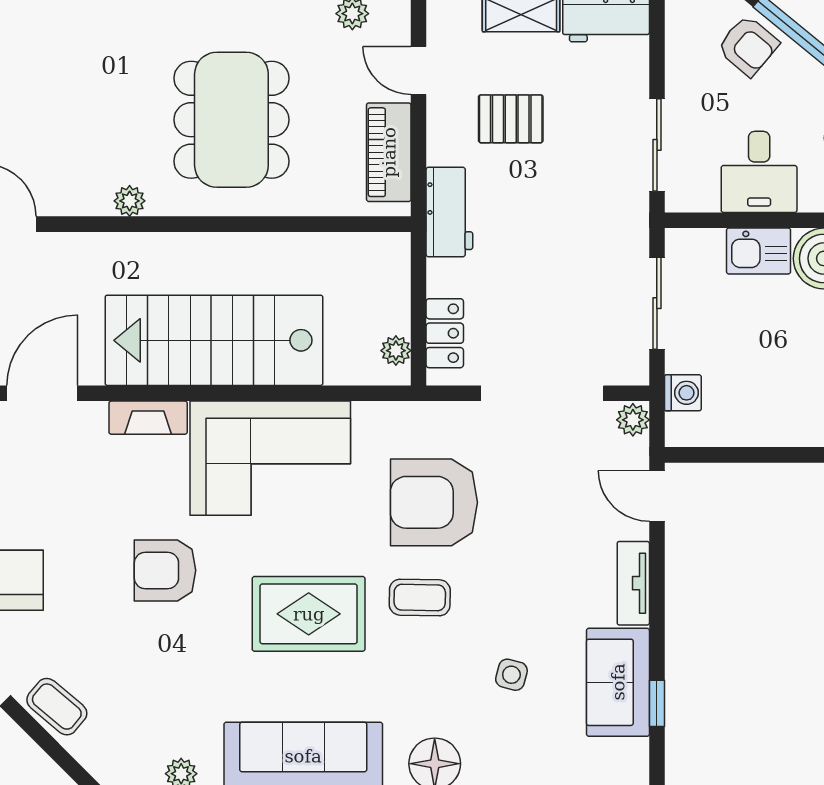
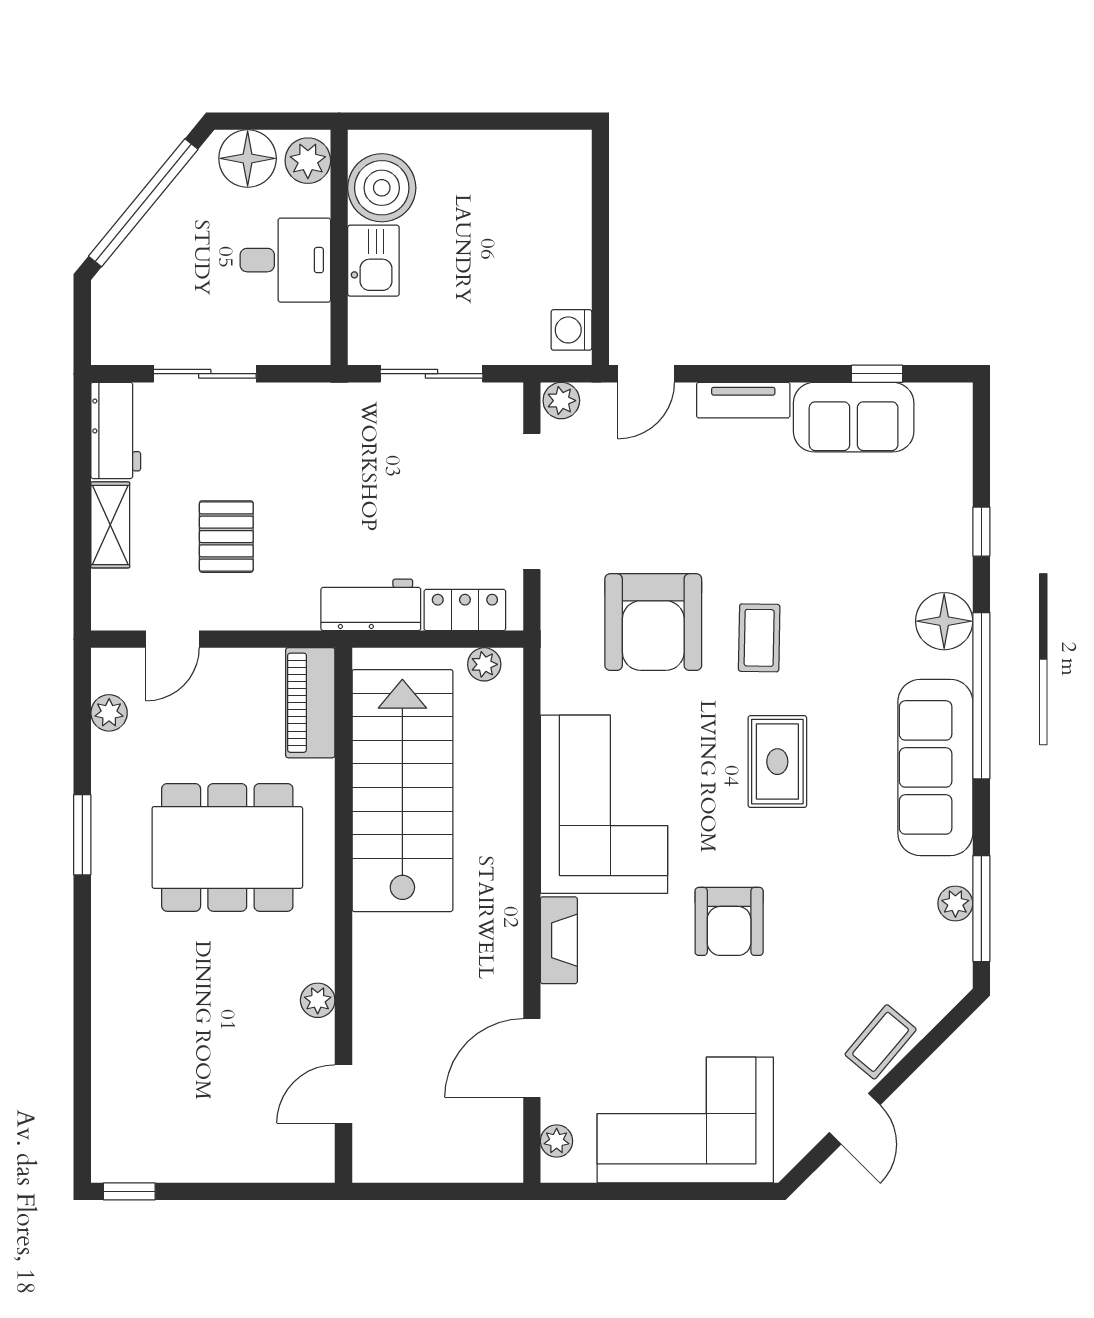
armchair: (748, 46) -> (145, 272), removed
sliding door: (657, 145) -> (205, 374), moved
piano: (389, 152) -> (310, 703), moved, turned 90
plant: (130, 201) -> (318, 1000), moved
workbench: (449, 212) -> (371, 605), moved
stairs: (214, 340) -> (402, 791), moved, turned 180
door: (42, 393) -> (532, 1058), hinge flipped
washing machine: (683, 393) -> (571, 330), moved, turned -90
rug: (309, 614) -> (777, 762), width x0.73, depth x0.70
side table: (511, 675) -> (845, 536), removed

